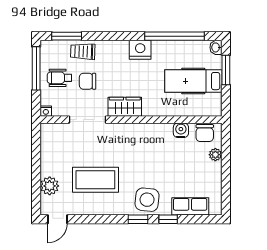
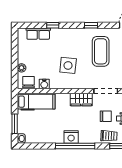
window: (174, 36) -> (75, 146), moved
hospital bed: (193, 81) -> (36, 102), moved
coffee table: (95, 180) -> (101, 51), turned 90
side table: (147, 200) -> (68, 65), moved
window: (138, 219) -> (91, 25), moved

